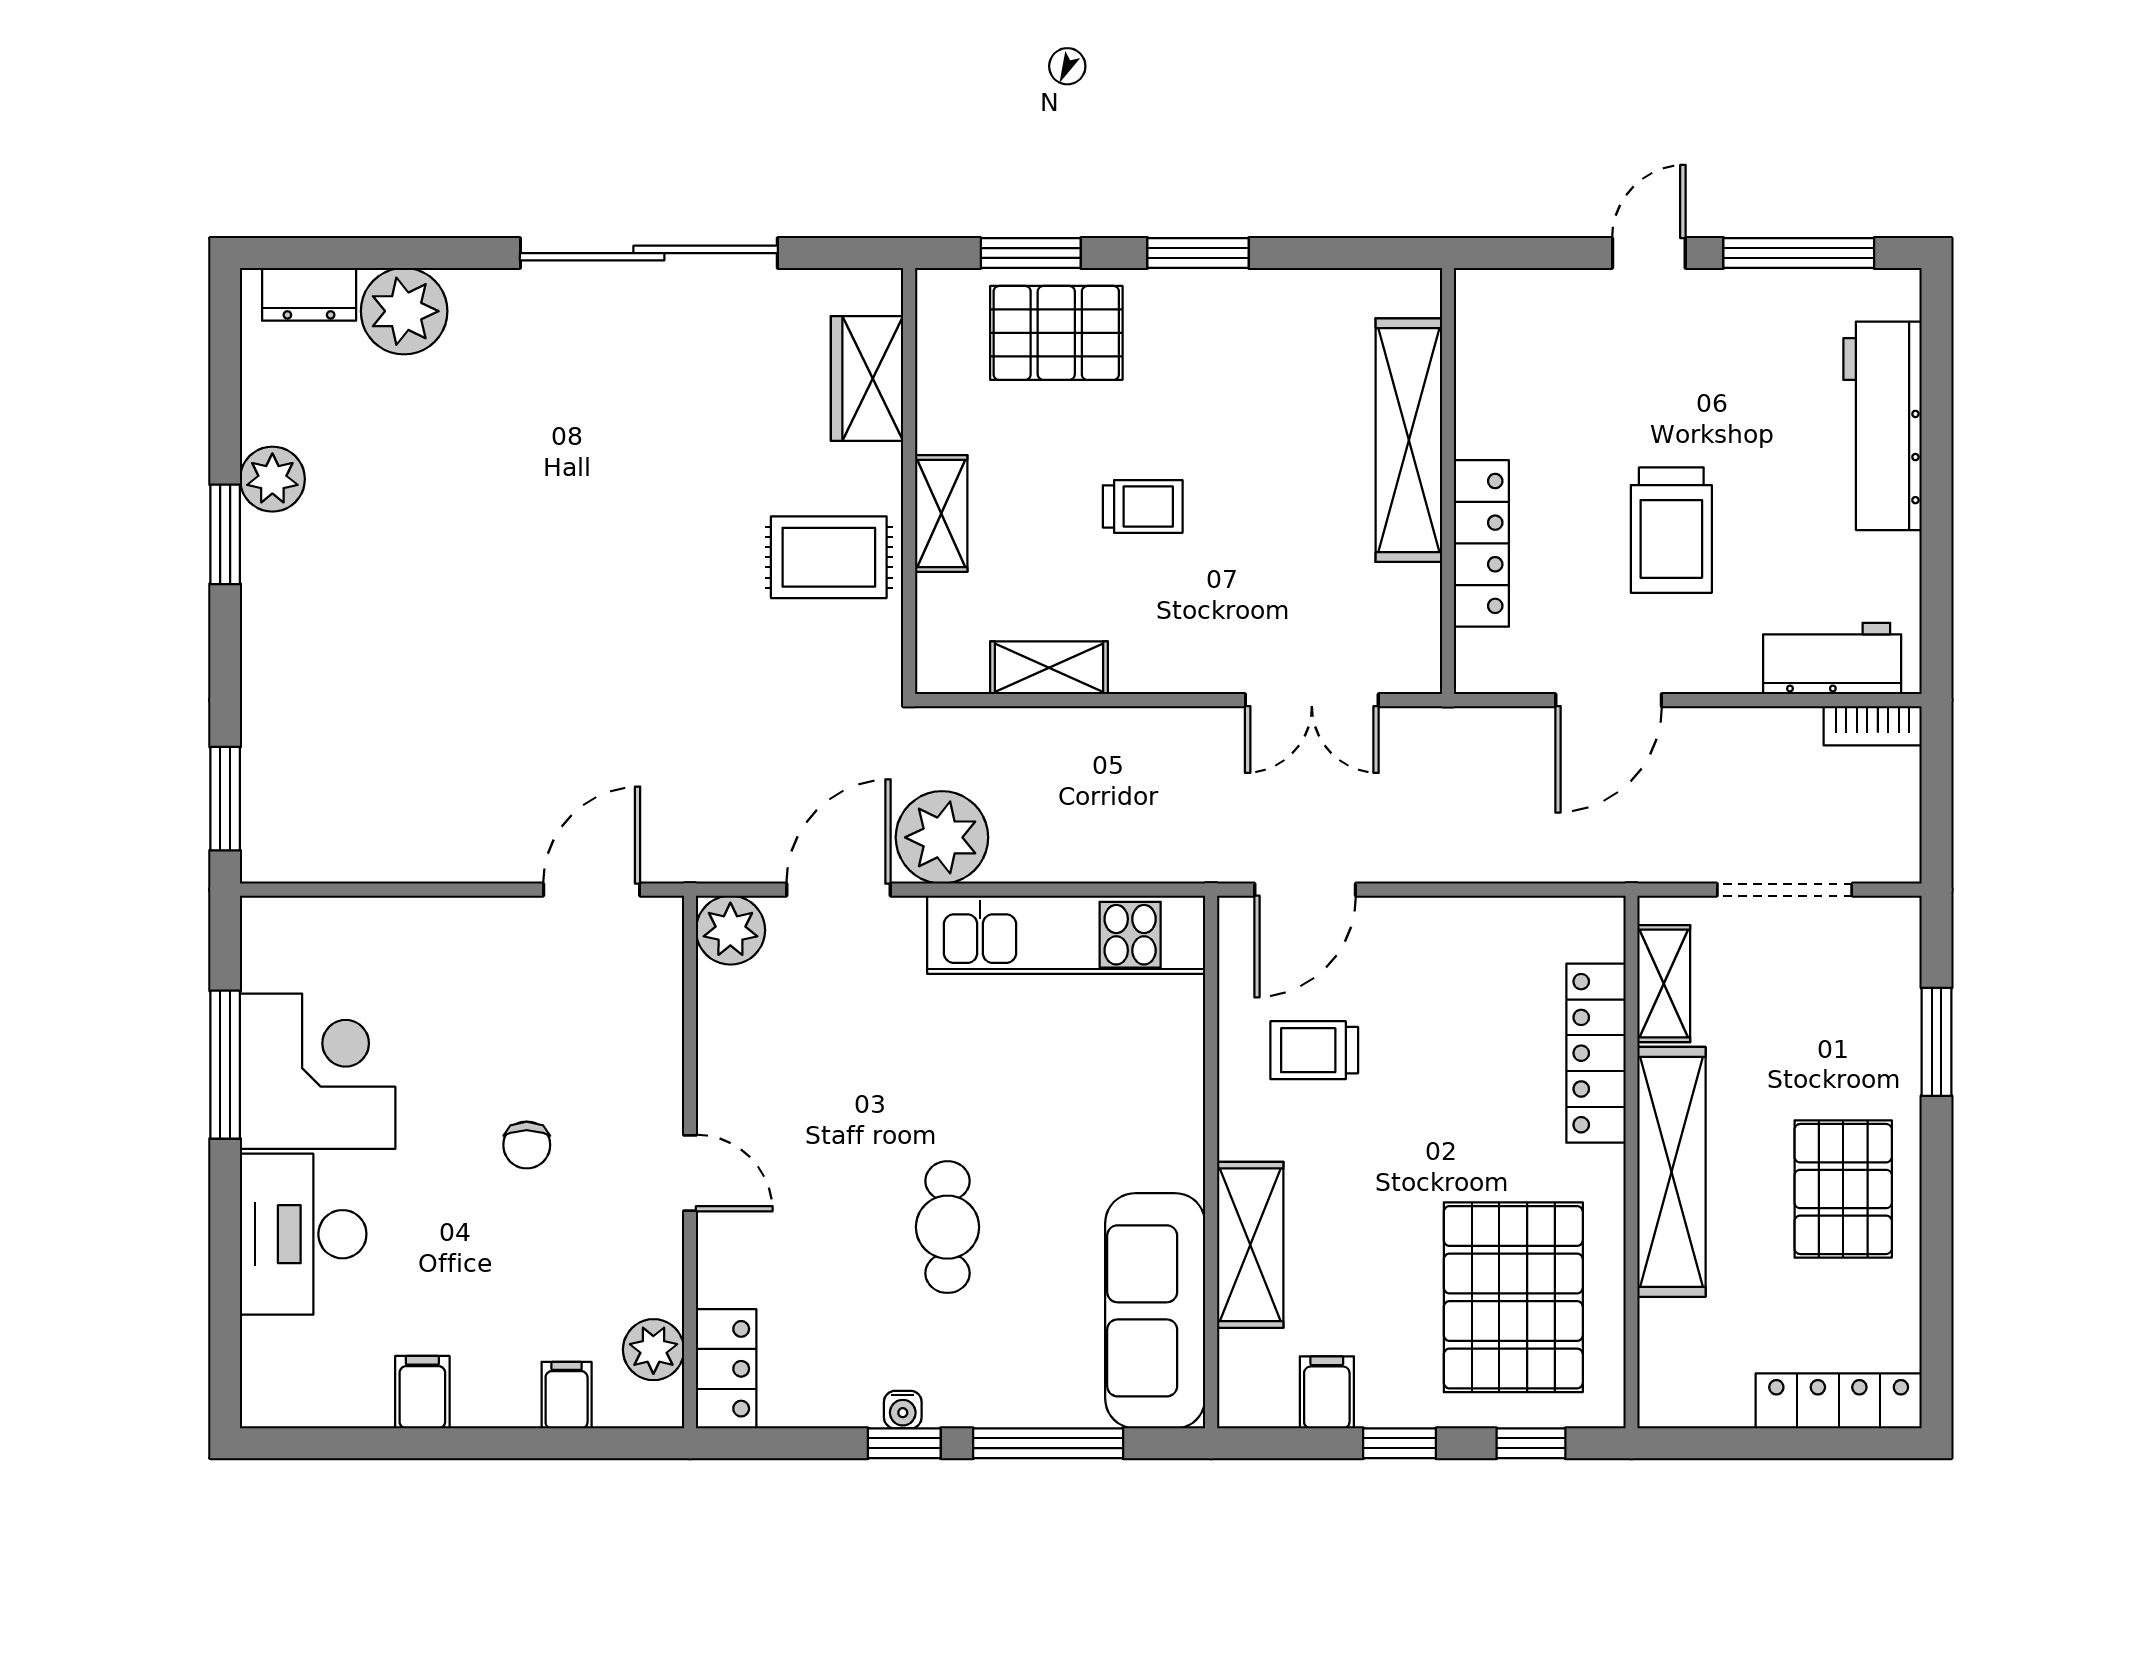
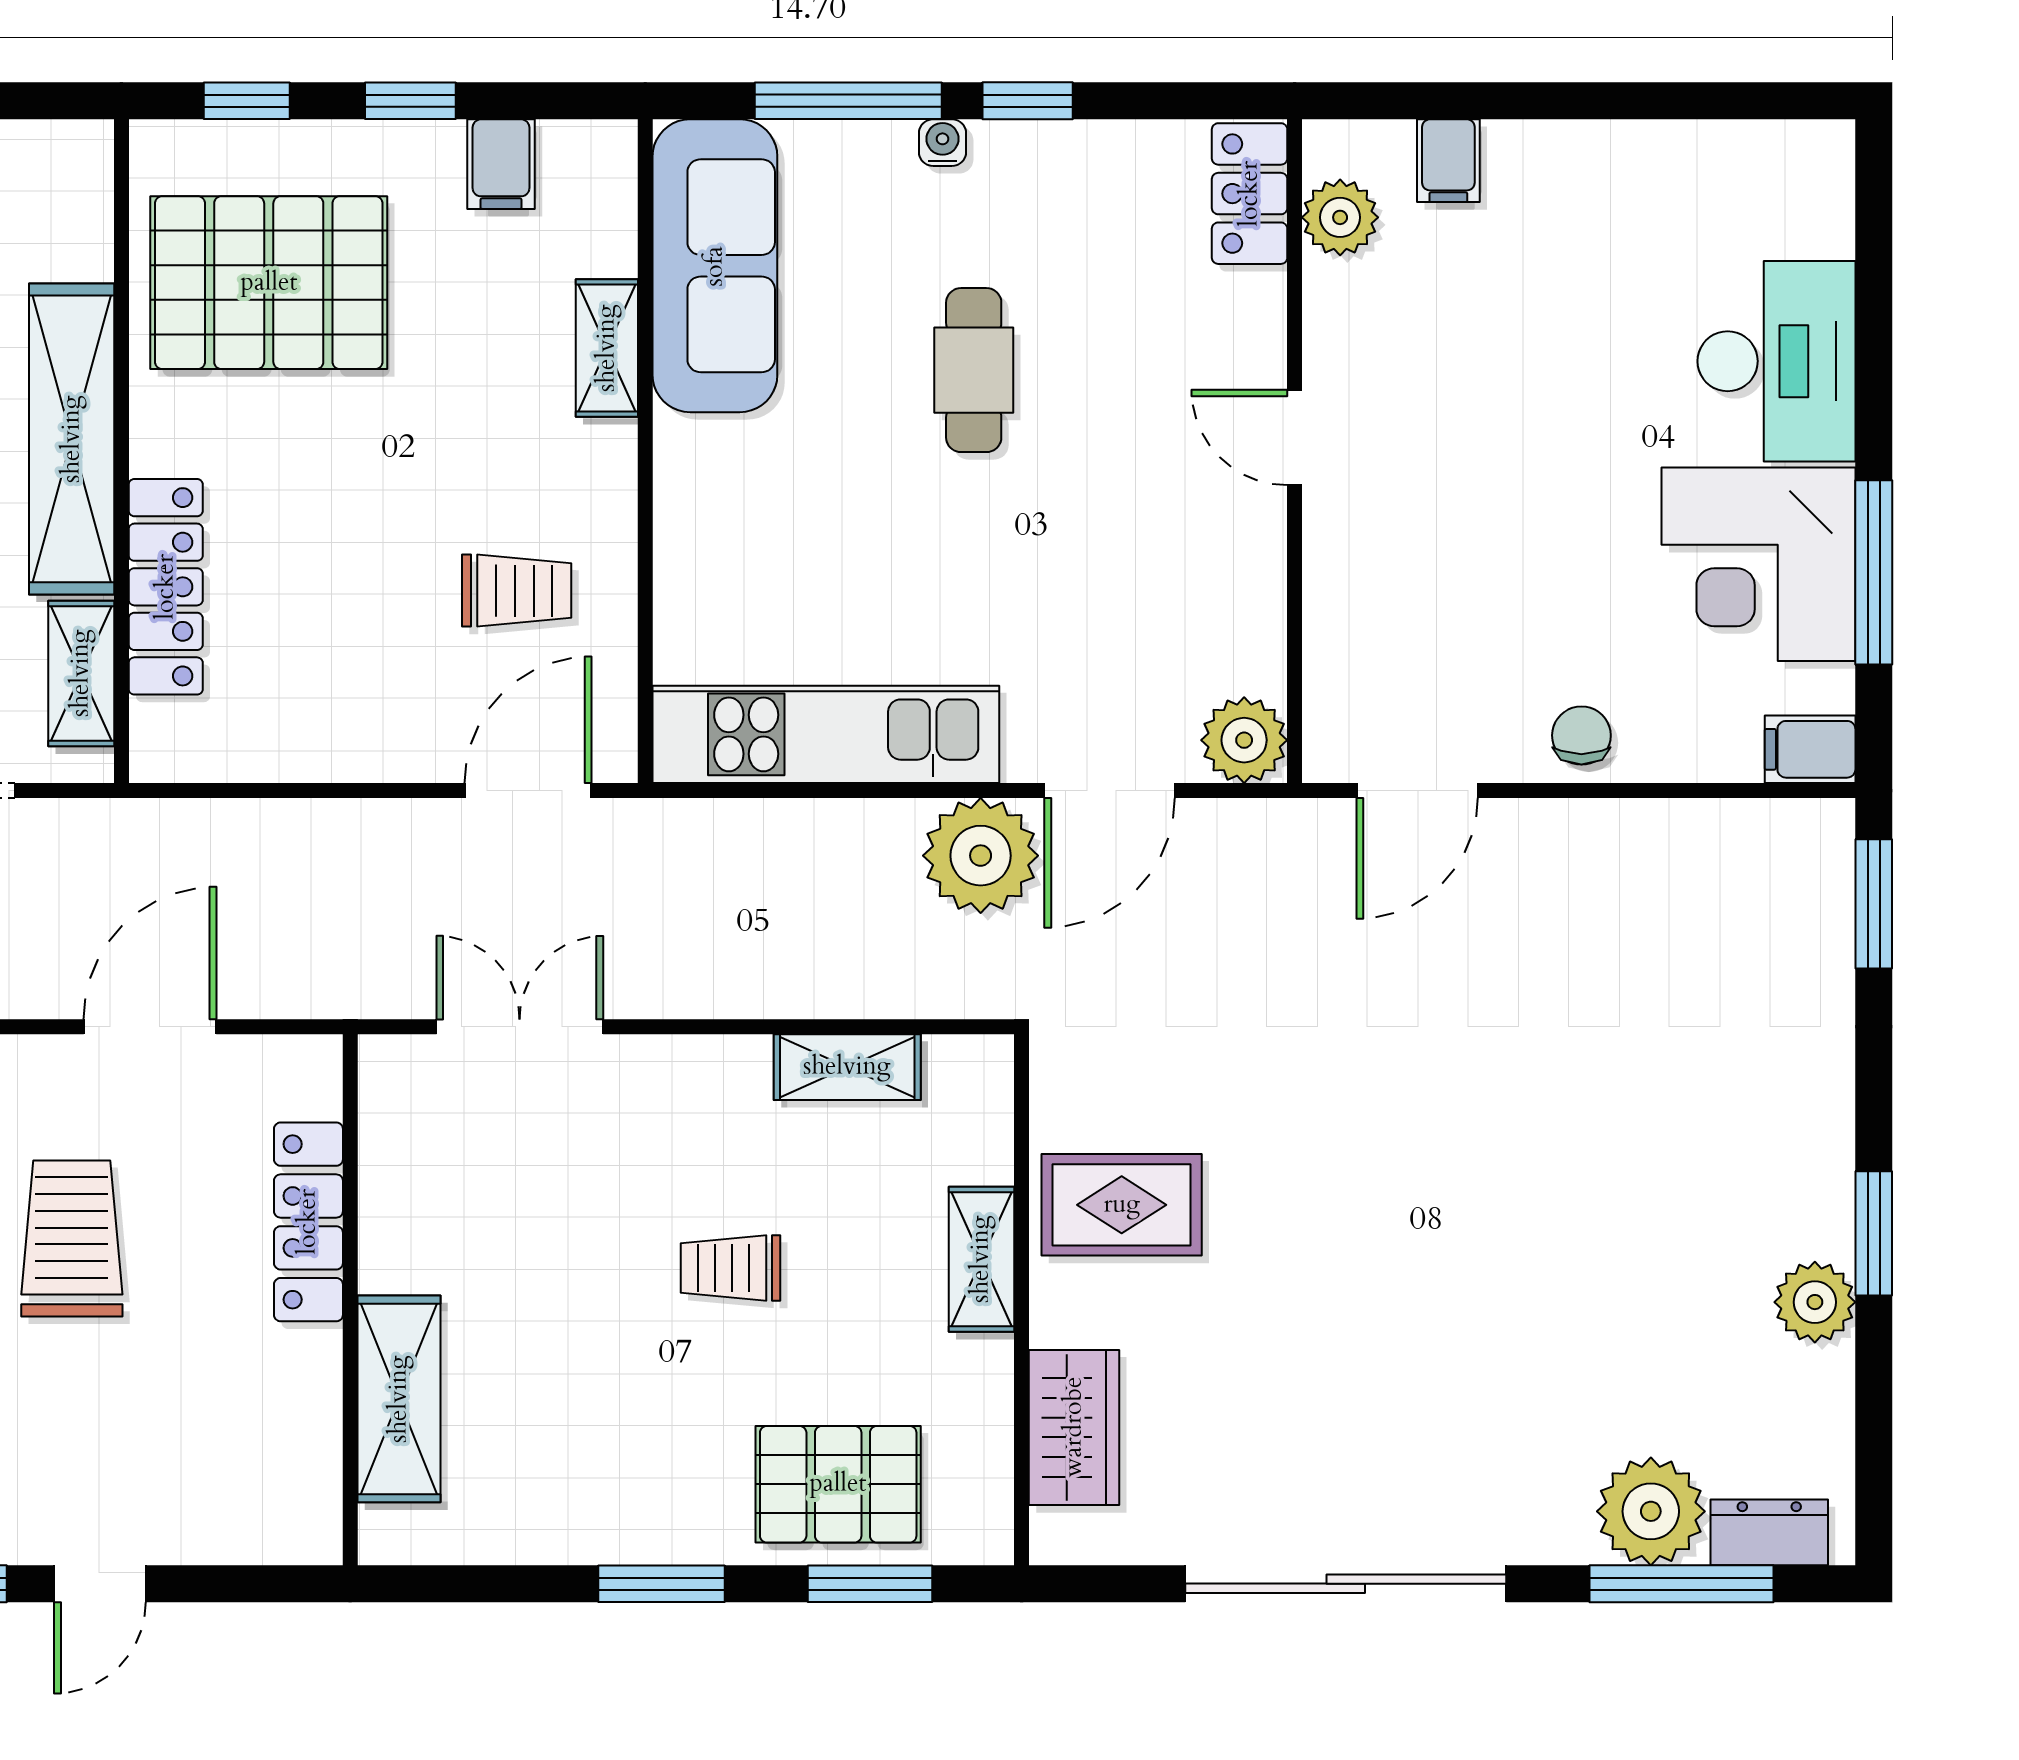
window: (379, 253) -> (1682, 1584), added
shelving: (1409, 440) -> (399, 1399), width x0.68
chair: (527, 1145) -> (1581, 735), moved
shelving: (1250, 1245) -> (607, 348), width x0.67, depth x0.75
pallet: (1513, 1297) -> (269, 283), turned 90
filing cabinet: (422, 1392) -> (1810, 749), moved, turned 90
water cooler: (903, 1410) -> (943, 143), moved

